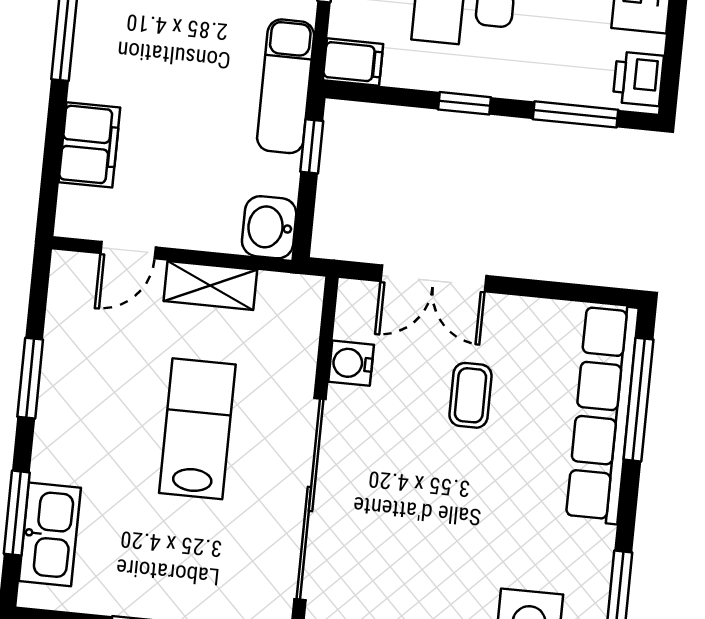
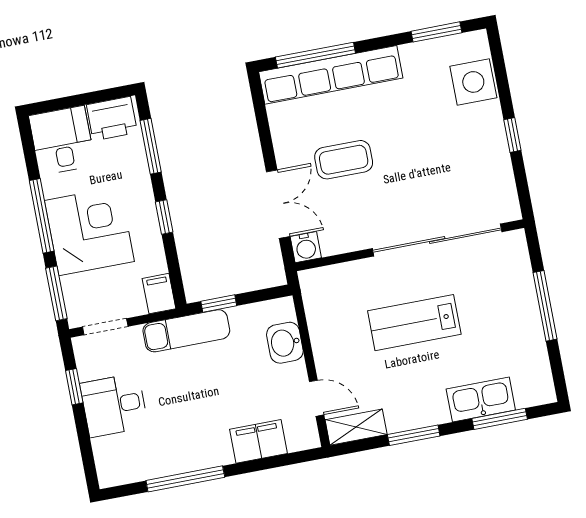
printer: (638, 79) -> (112, 119), width x1.36, depth x1.24
washbasin: (269, 227) -> (285, 343), moved, turned 90
shelving: (210, 285) -> (356, 427), moved, turned 90
water cooler: (351, 363) -> (306, 247), moved
coffee table: (471, 395) -> (344, 160), width x1.36, depth x1.30
kitchen sink: (50, 534) -> (481, 399), moved

